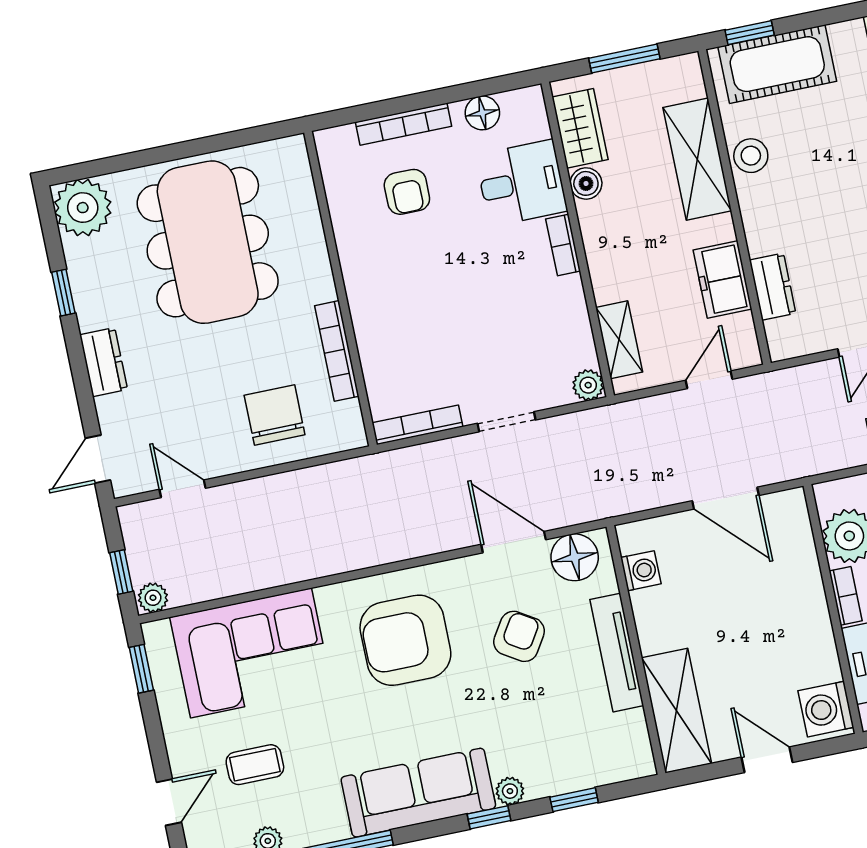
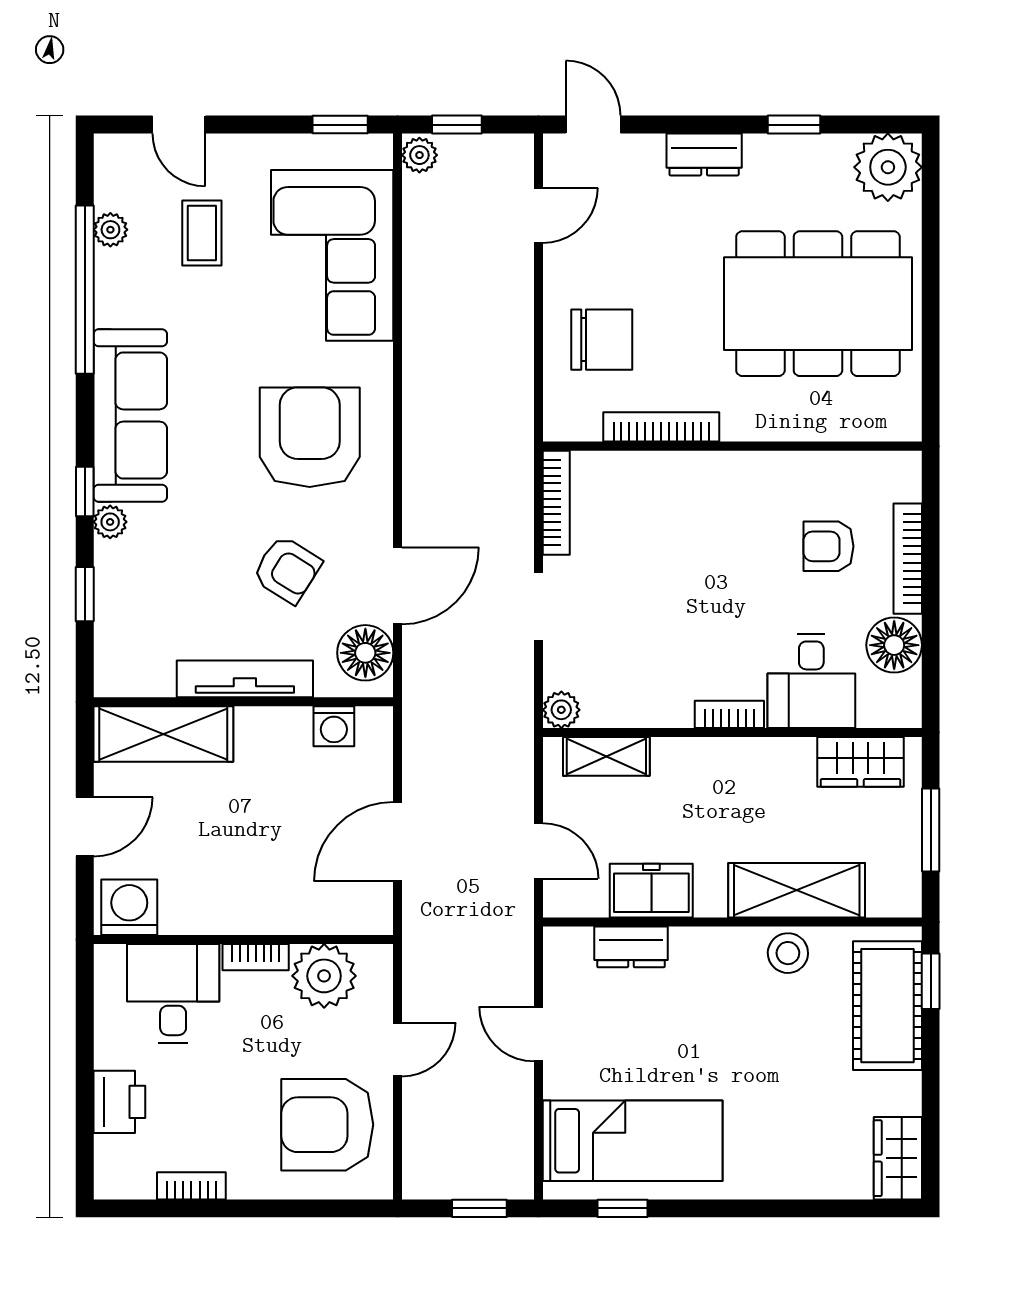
floor lamp: (482, 113) -> (894, 645), width x1.38, depth x1.38
boiler: (586, 183) -> (795, 756), removed

